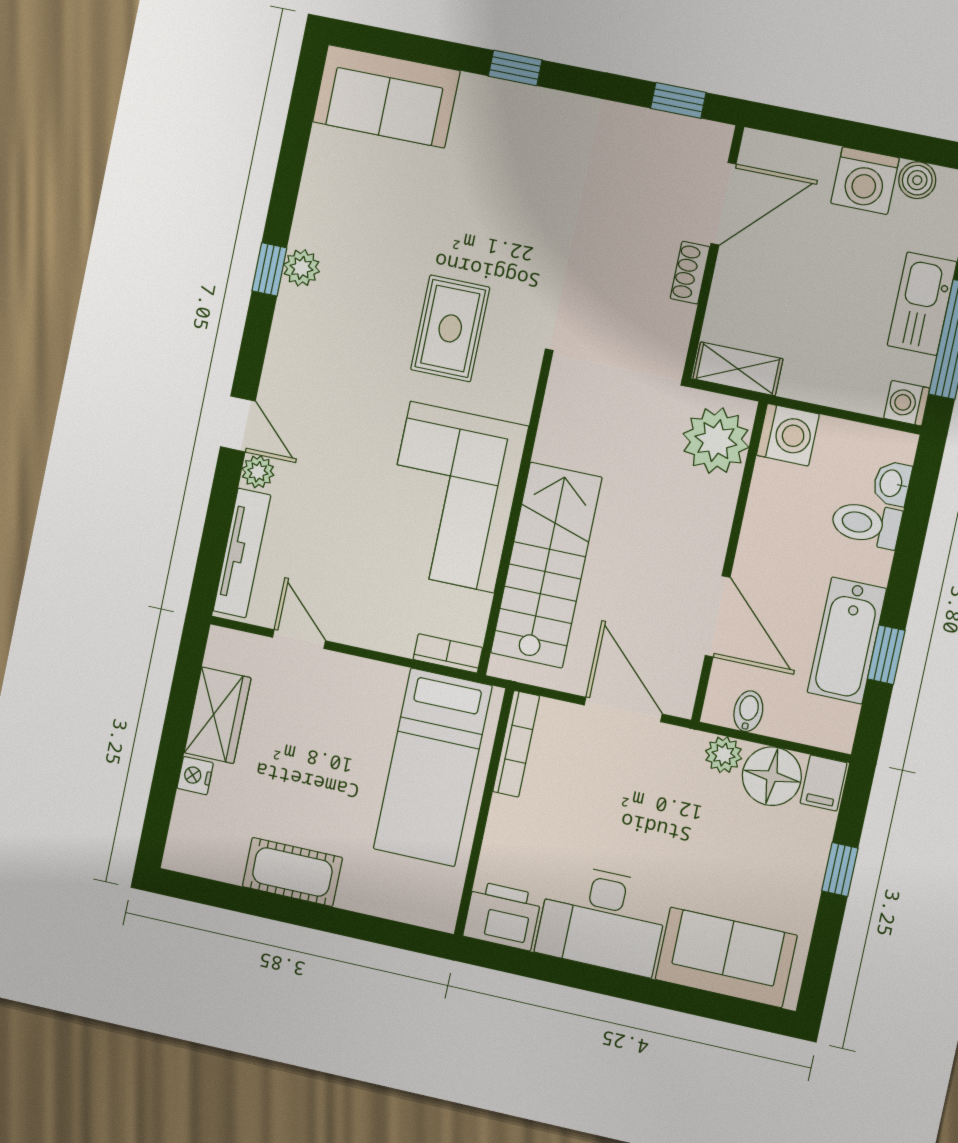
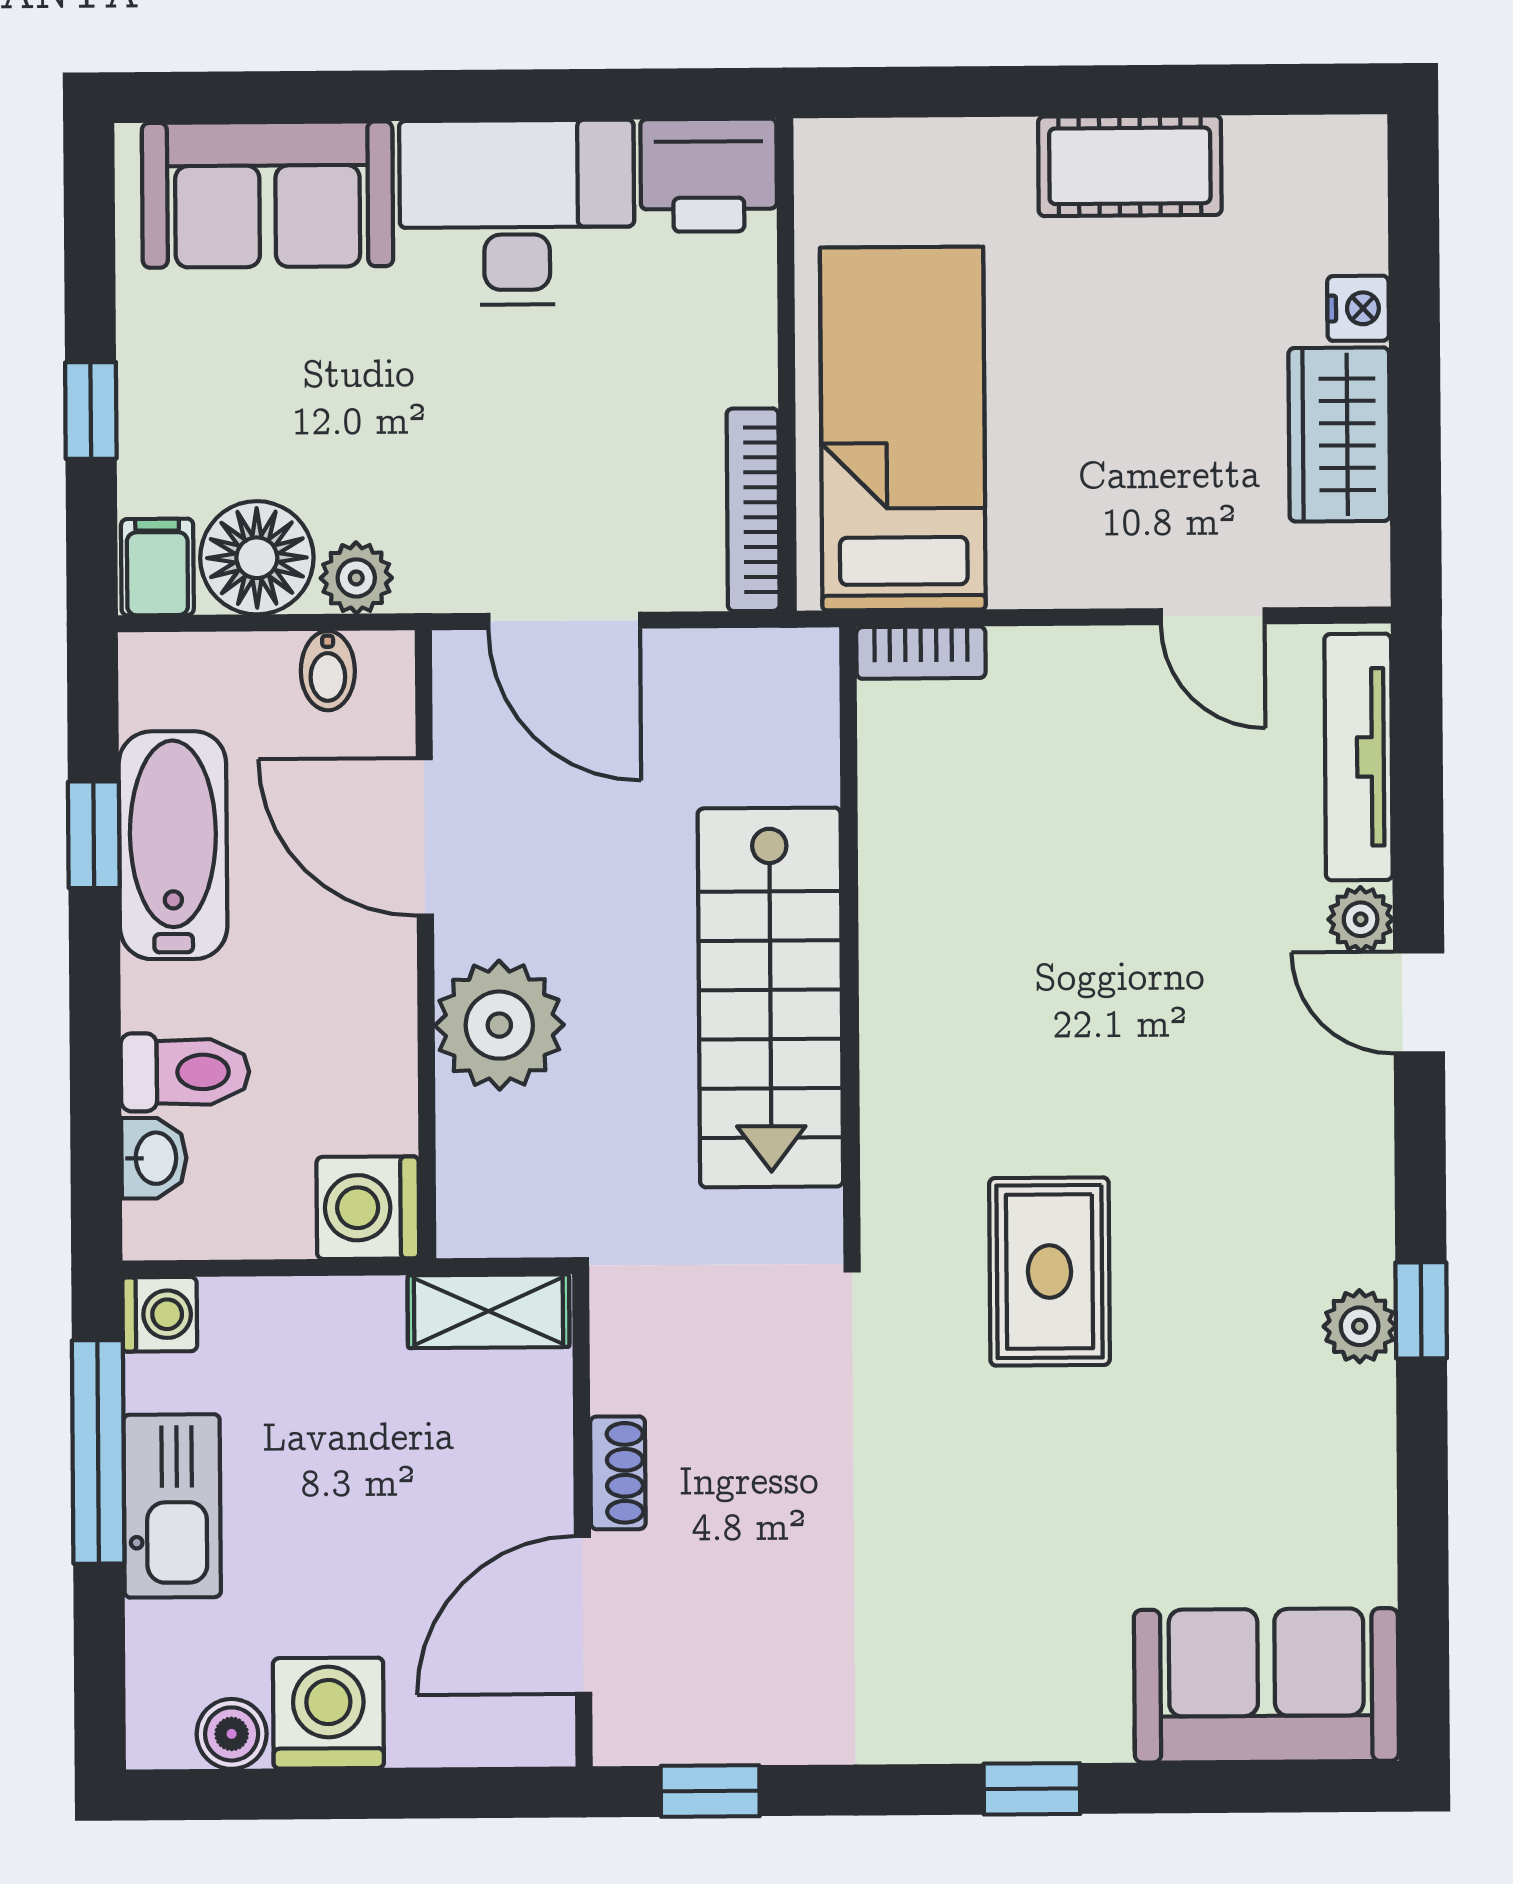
plant: (716, 441) -> (499, 1025), moved
corner sofa: (452, 497) -> (977, 952), removed
stairs: (546, 565) -> (770, 997), moved

